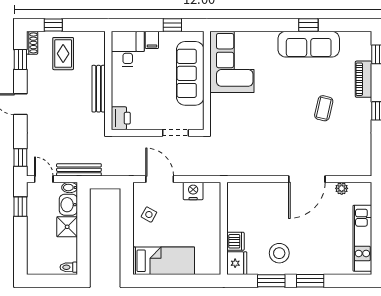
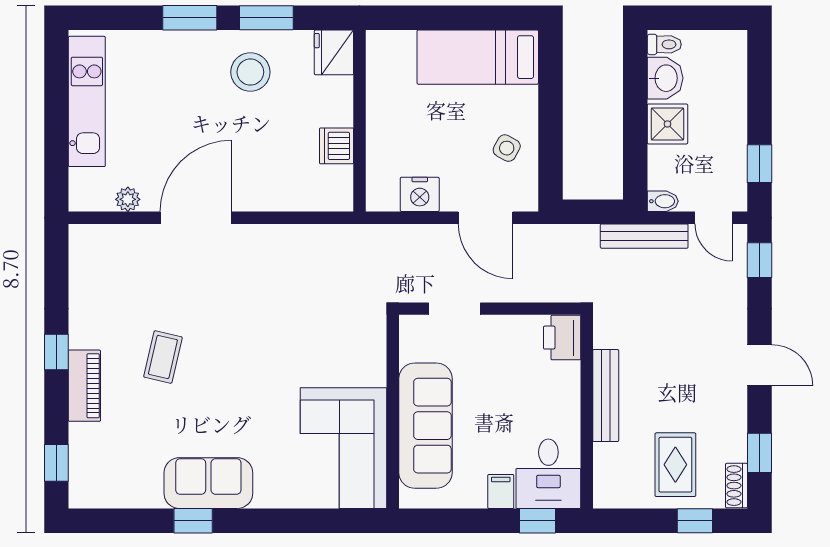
window: (172, 25) -> (538, 521), moved
sofa: (309, 44) -> (208, 483), width x0.73
piano: (364, 79) -> (84, 386), moved
washbasin: (68, 205) -> (665, 78), moved
dishwasher: (235, 241) -> (336, 146), moved

